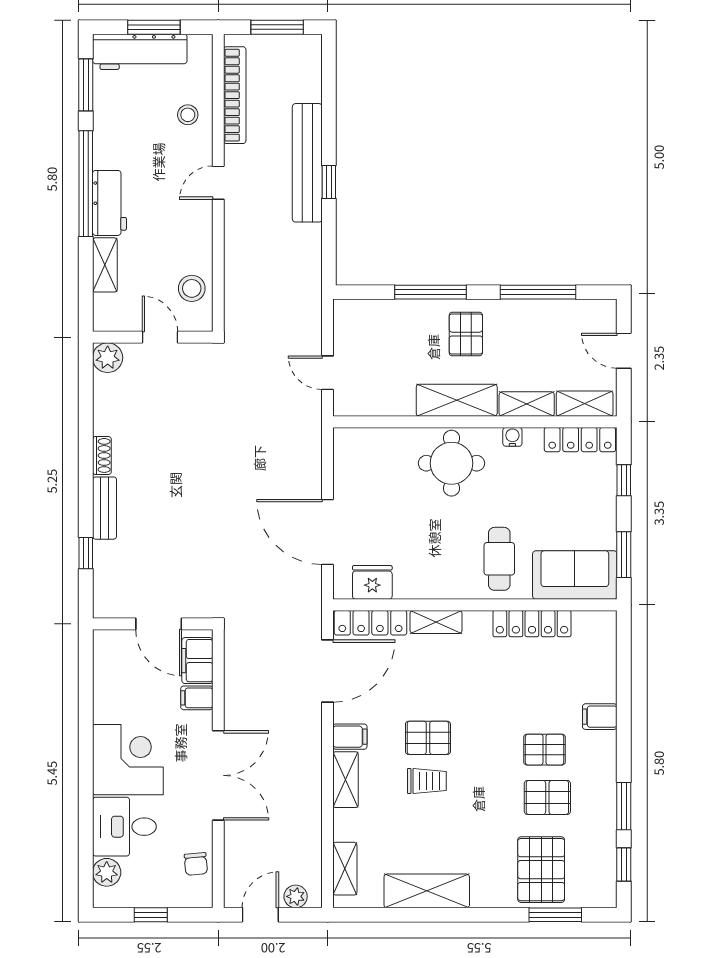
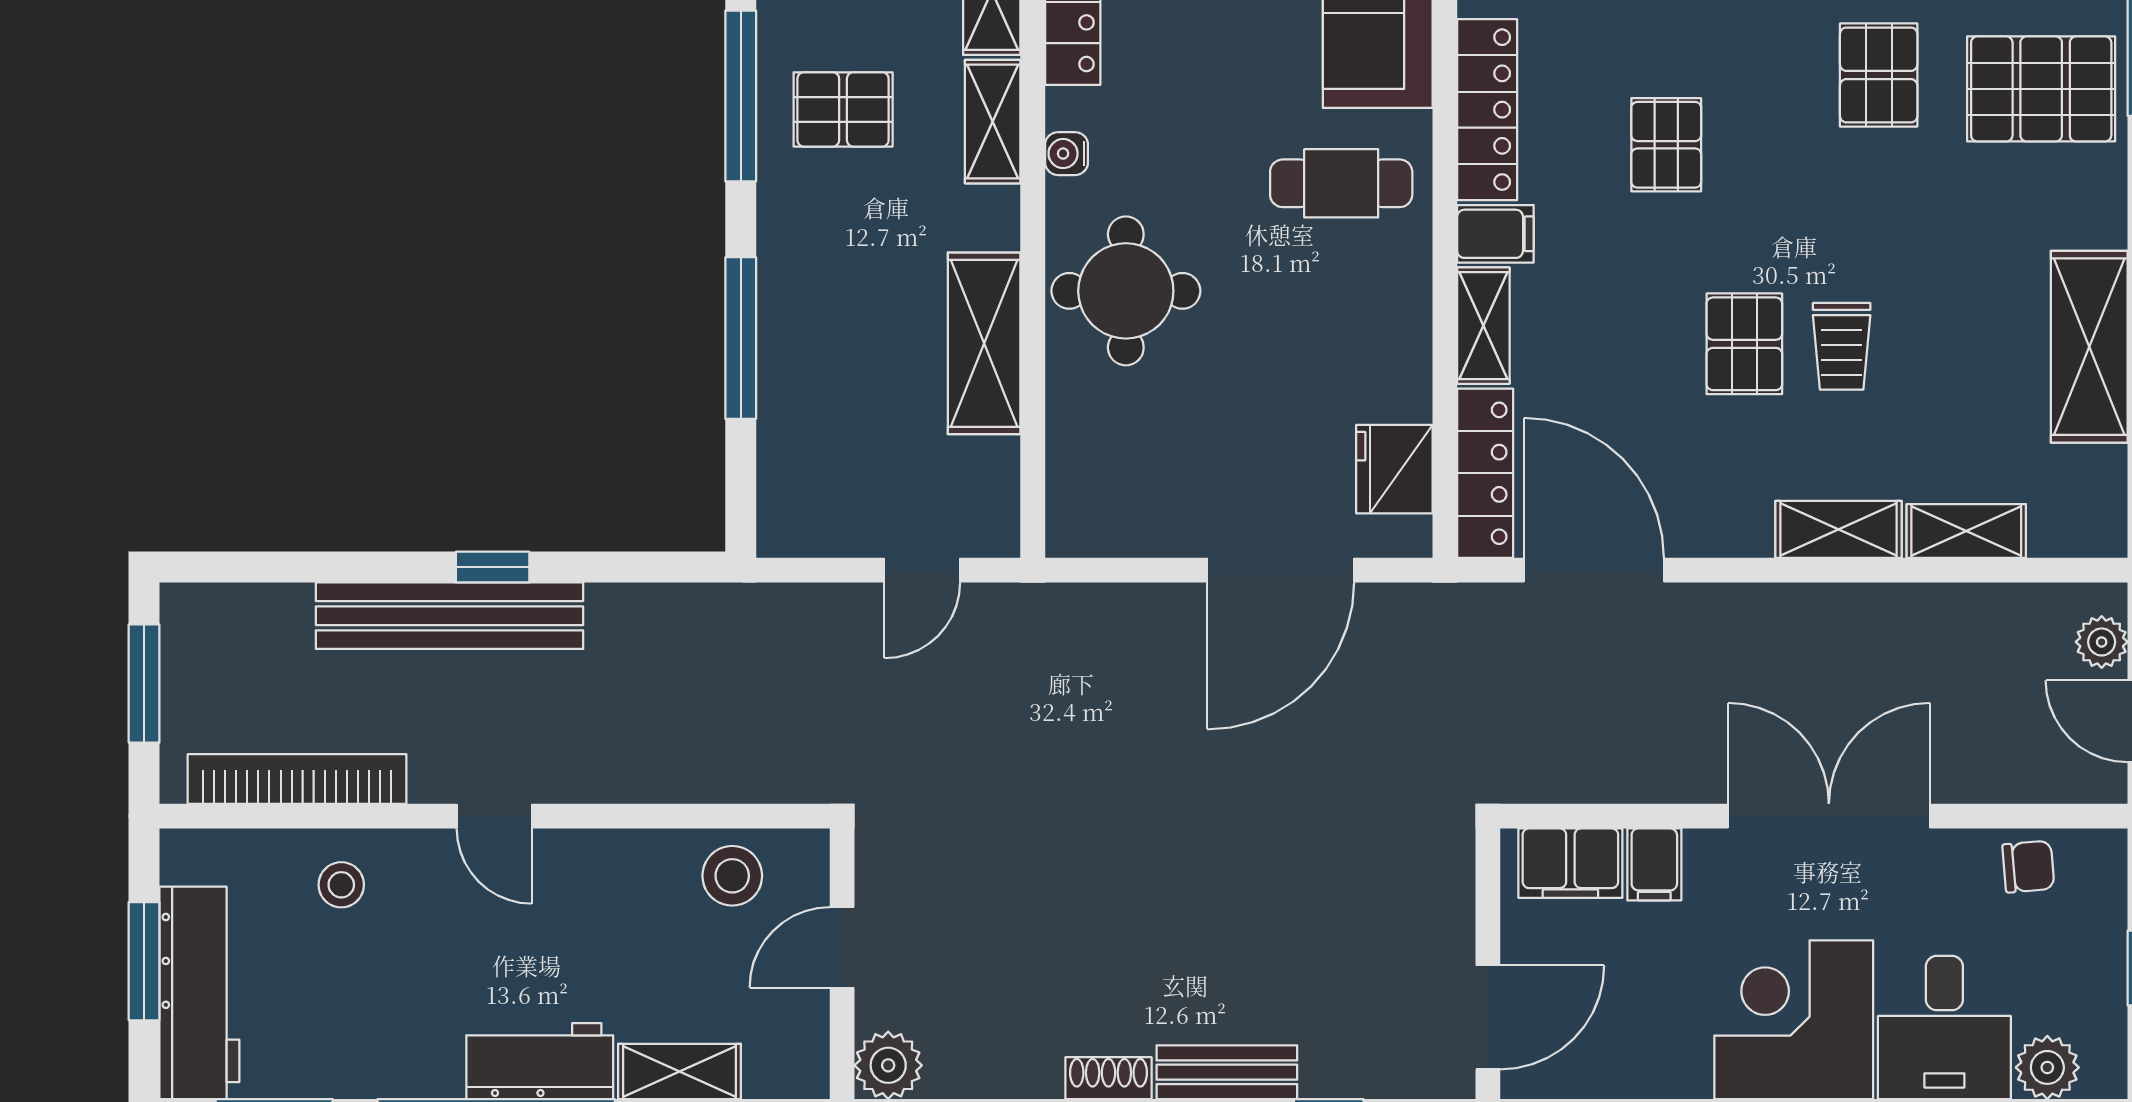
pallet: (466, 334) -> (843, 109), moved
shelving: (457, 400) -> (984, 343), moved
door: (159, 624) -> (1488, 1017), moved
filing cabinet: (350, 737) -> (1495, 234), moved, turned 90
pallet: (544, 750) -> (1666, 145), moved
trolley: (427, 781) -> (1842, 346), turned 180
shelving: (345, 869) -> (1966, 531), moved

